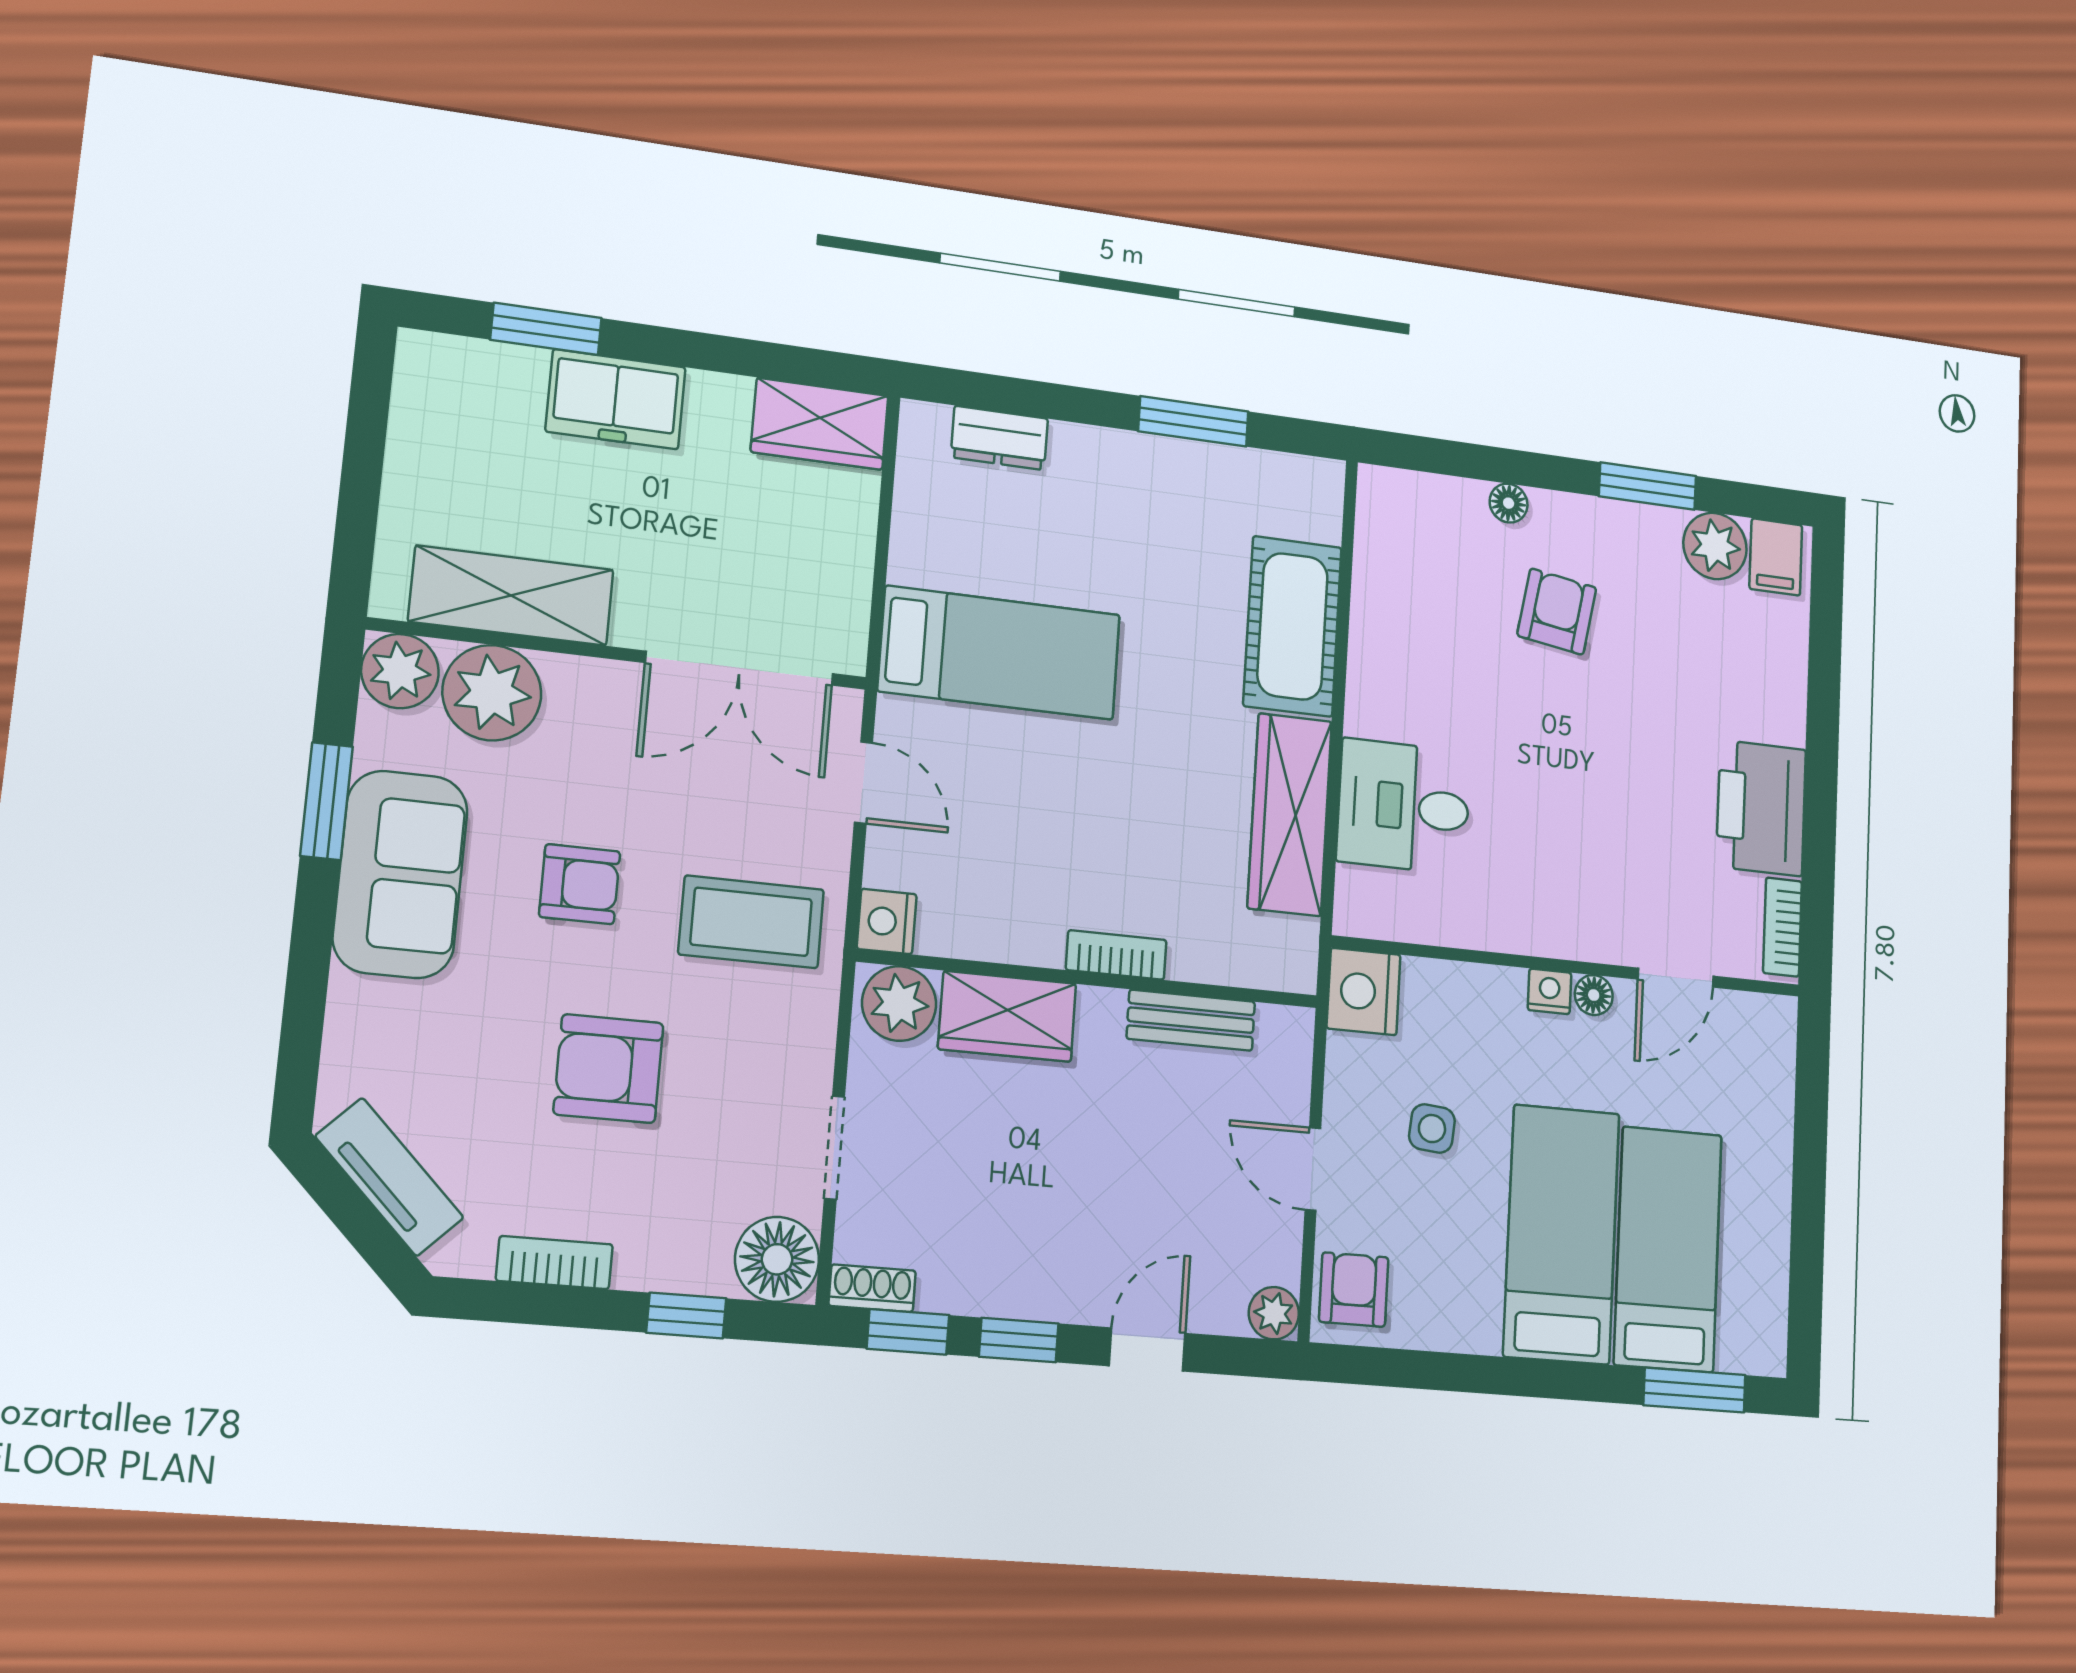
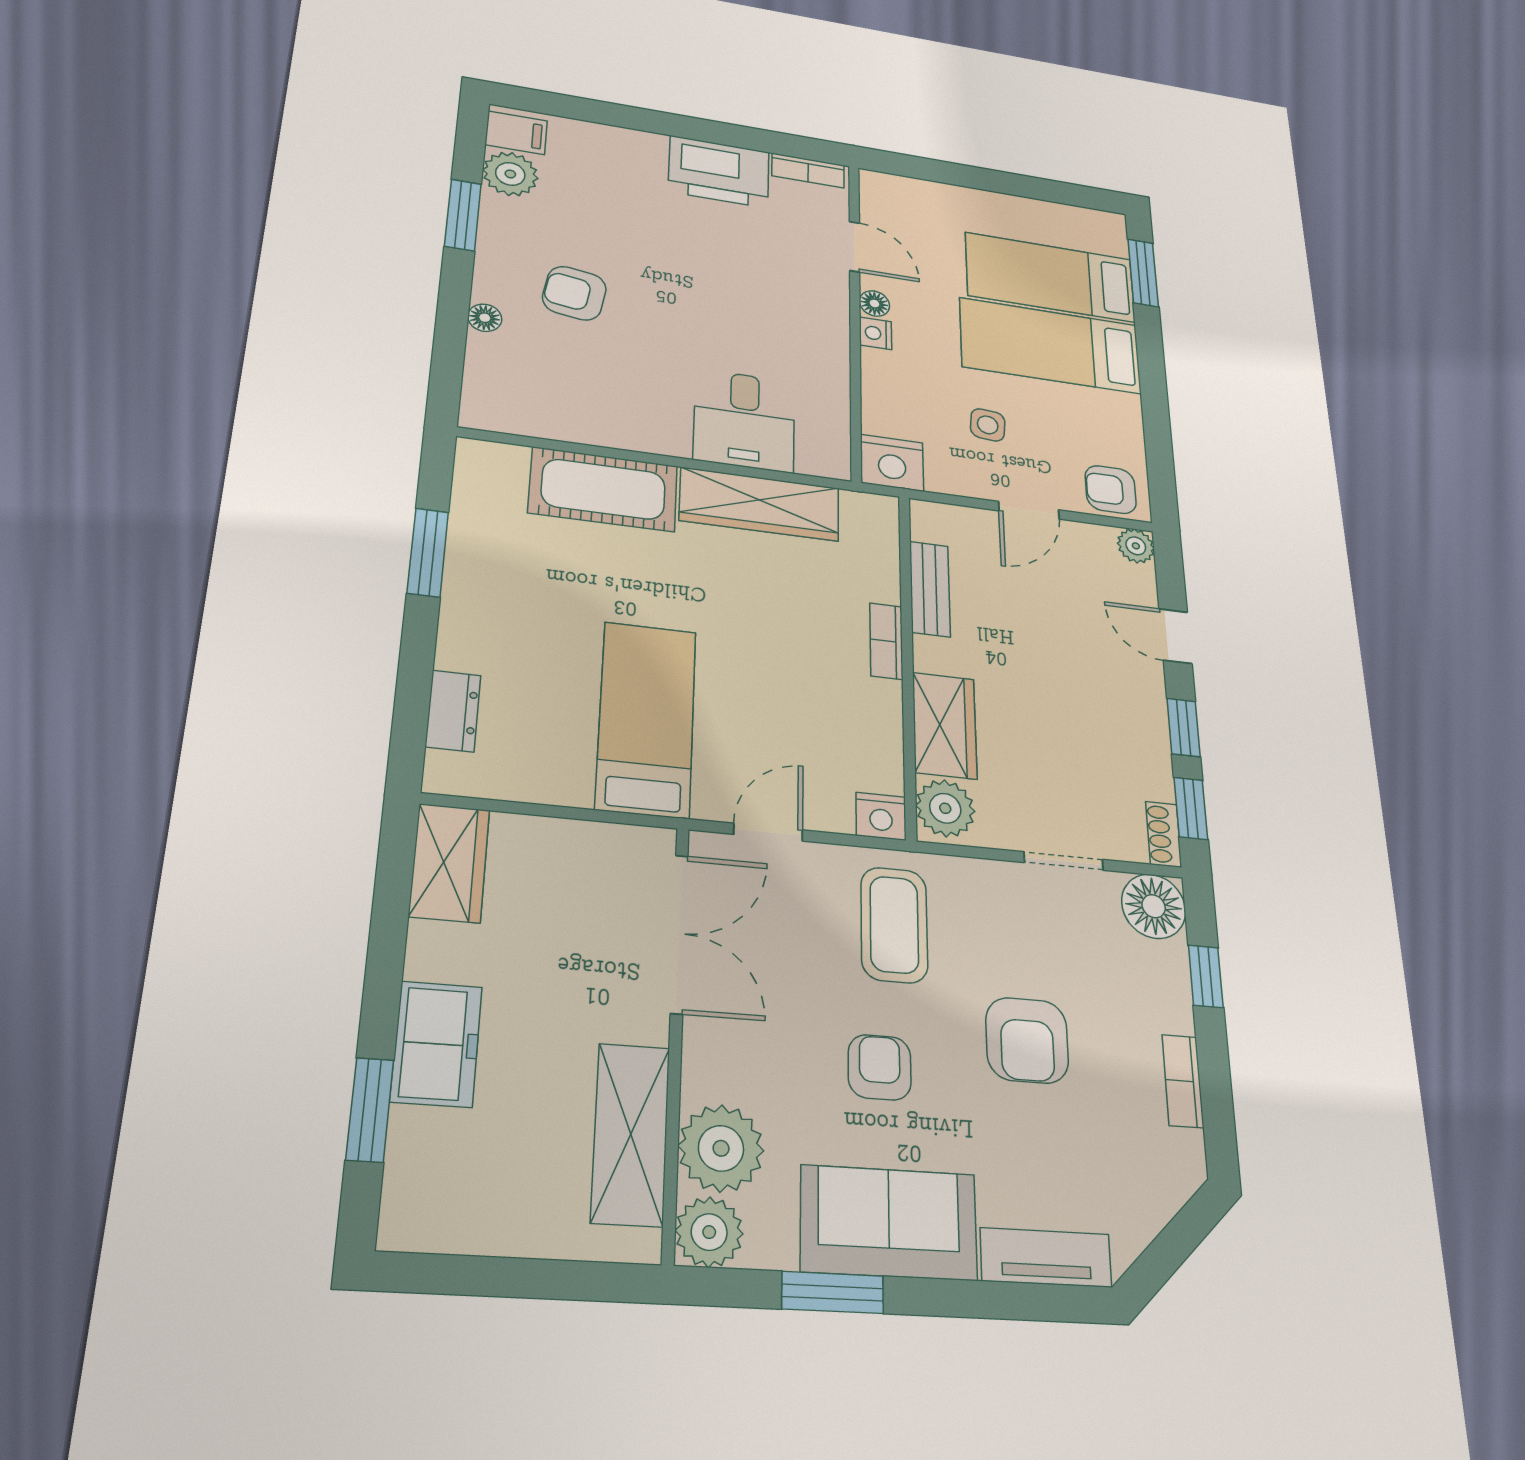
tv unit: (389, 1177) -> (1046, 1257), moved, turned 45

